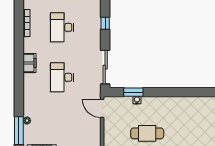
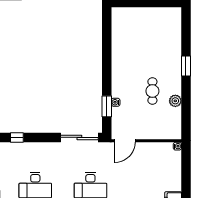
window: (105, 23) -> (17, 137), moved
cafe table: (147, 133) -> (152, 91), width x0.73, depth x0.74

